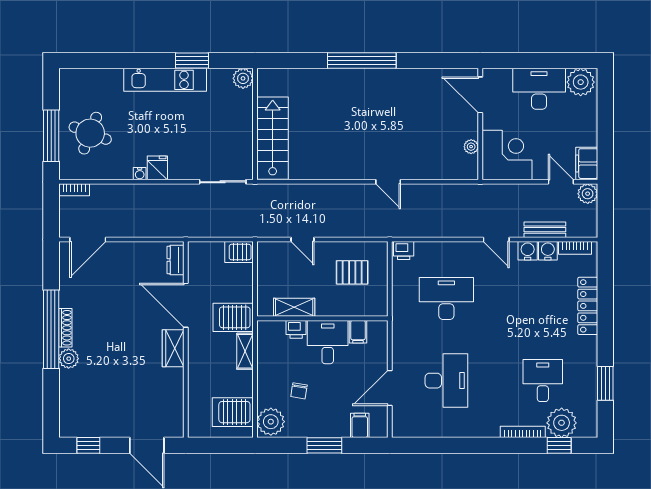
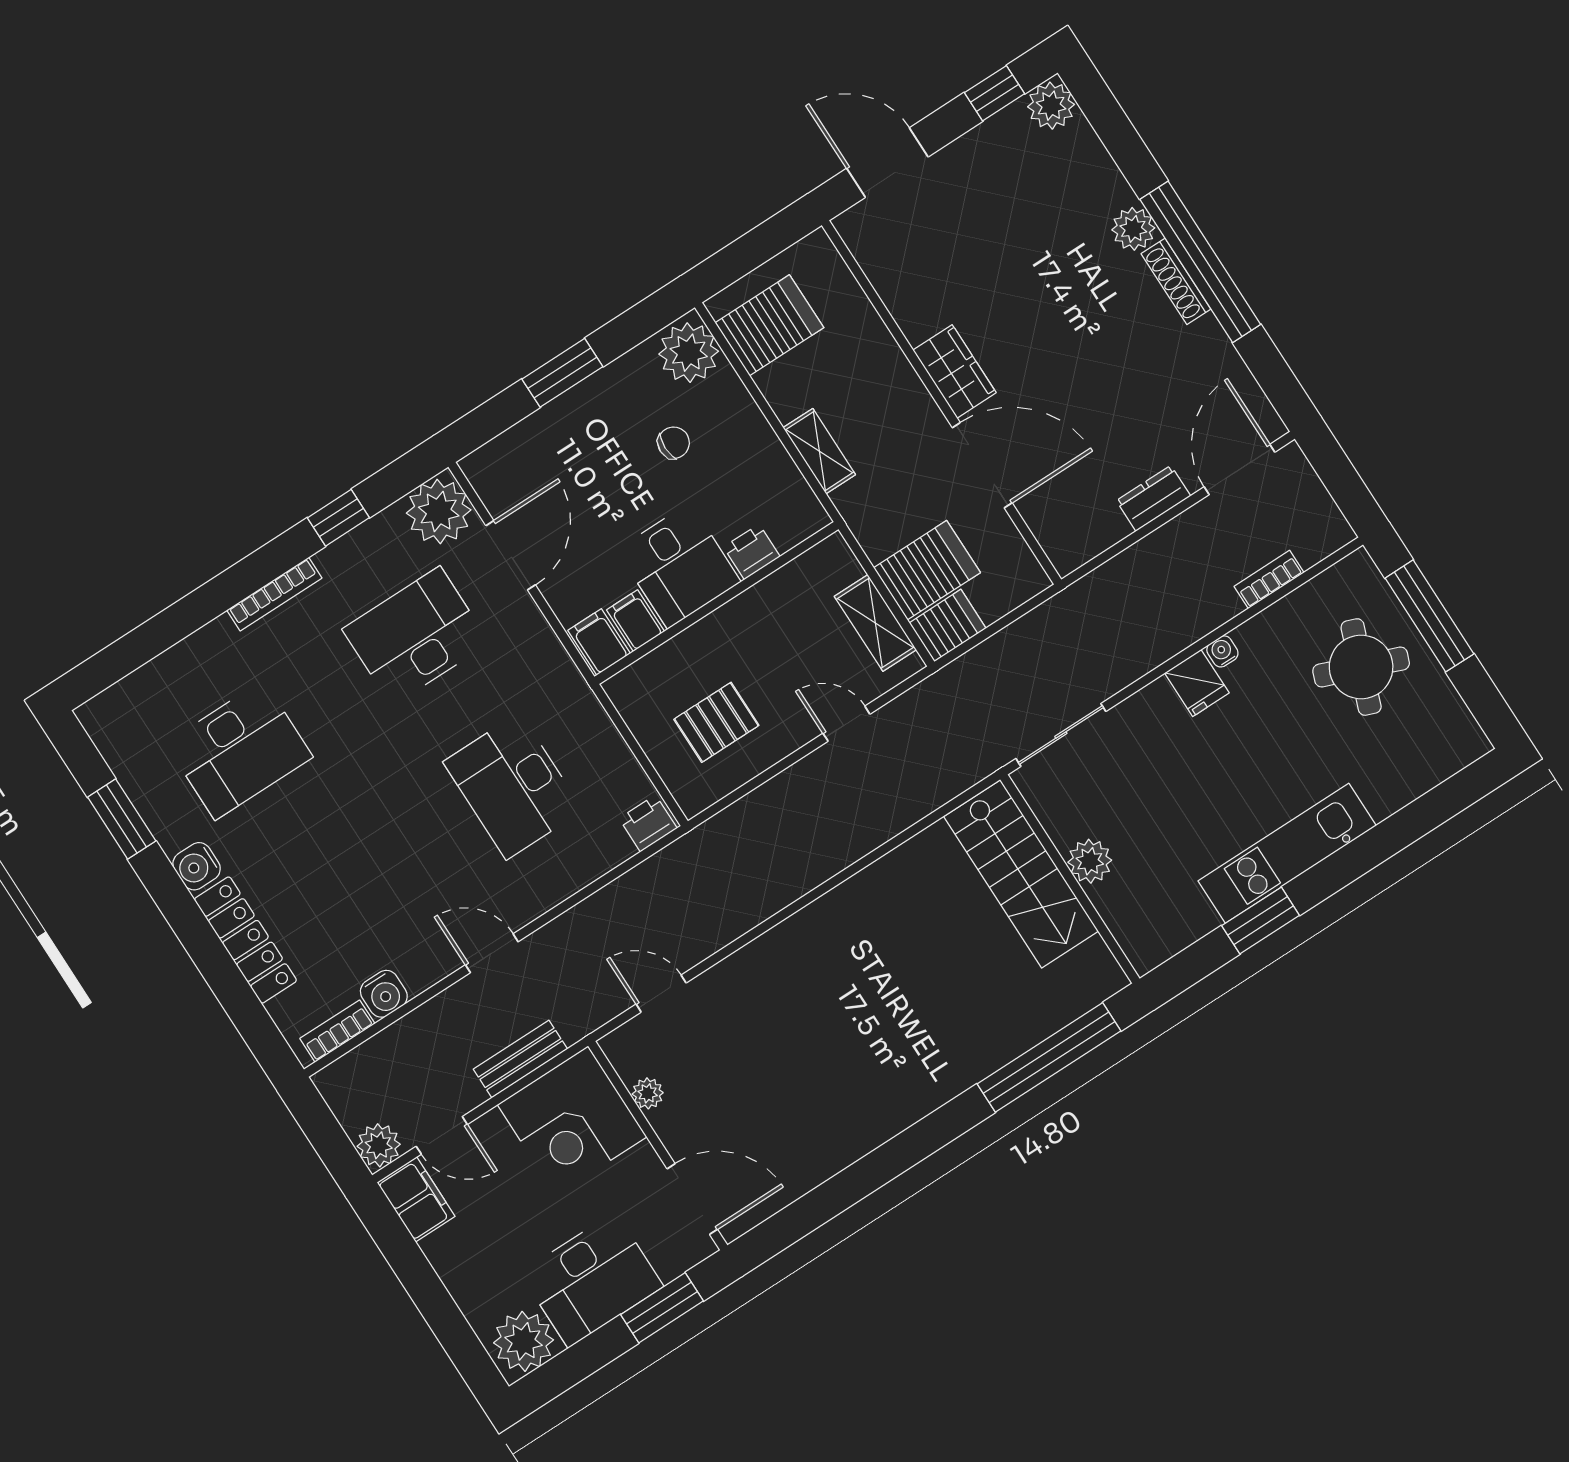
window: (362, 61) -> (1049, 1057), moved
window: (519, 61) -> (662, 1308), added
plant: (243, 78) -> (1090, 861), moved
door: (388, 182) -> (661, 994), moved
bookcase: (74, 190) -> (1269, 579), moved
bench: (545, 230) -> (520, 1059), moved
water cooler: (528, 251) -> (197, 866), moved, turned 90
dresser: (175, 260) -> (1153, 498), moved, turned -90
desk: (446, 299) -> (513, 786), turned 90
shelving: (294, 307) -> (875, 623), moved, turned 90
server rack: (233, 317) -> (927, 570), moved
desk: (446, 381) -> (416, 636), turned 90
desk: (543, 381) -> (239, 750), width x1.37
chair: (299, 391) -> (674, 443), turned 81
plant: (562, 423) -> (439, 512), moved
filing cabinet: (360, 425) -> (599, 642), moved, turned 180
plant: (70, 427) -> (1051, 106), added
bookcase: (523, 432) -> (274, 594), moved
window: (559, 445) -> (338, 518), moved

